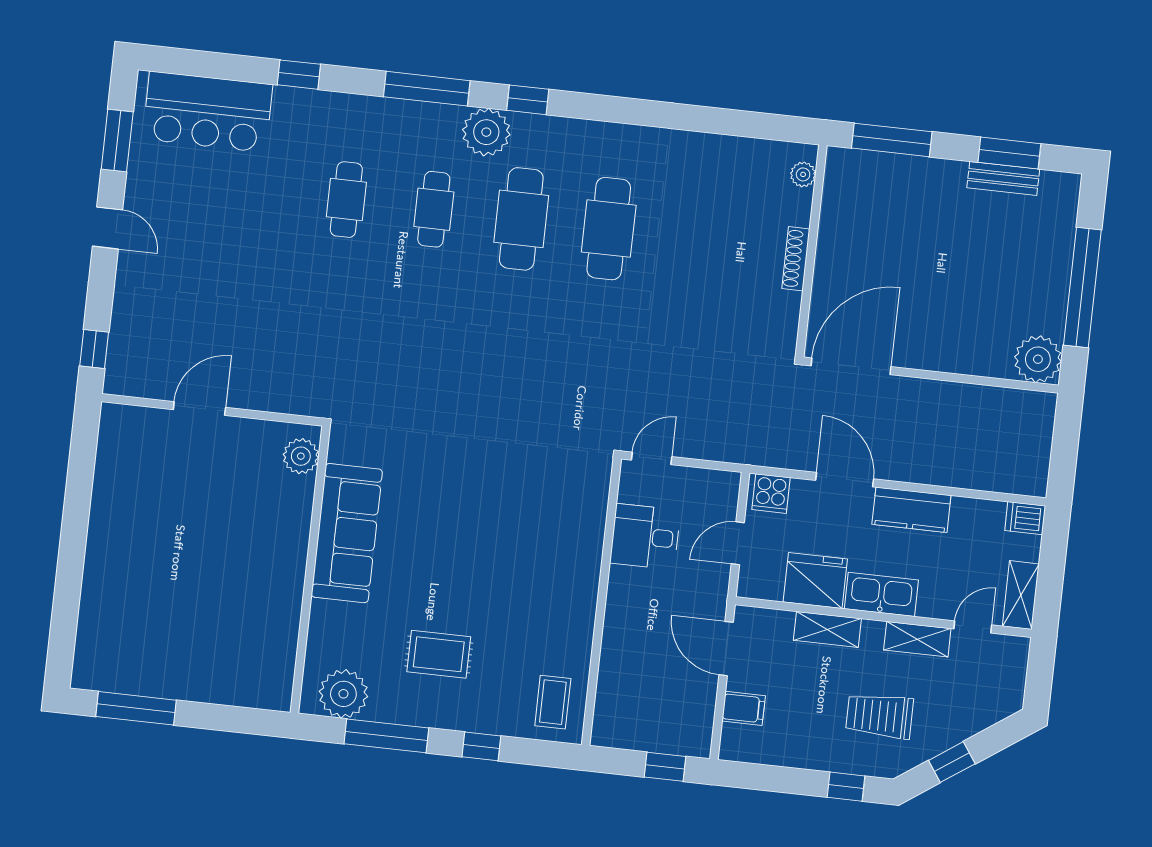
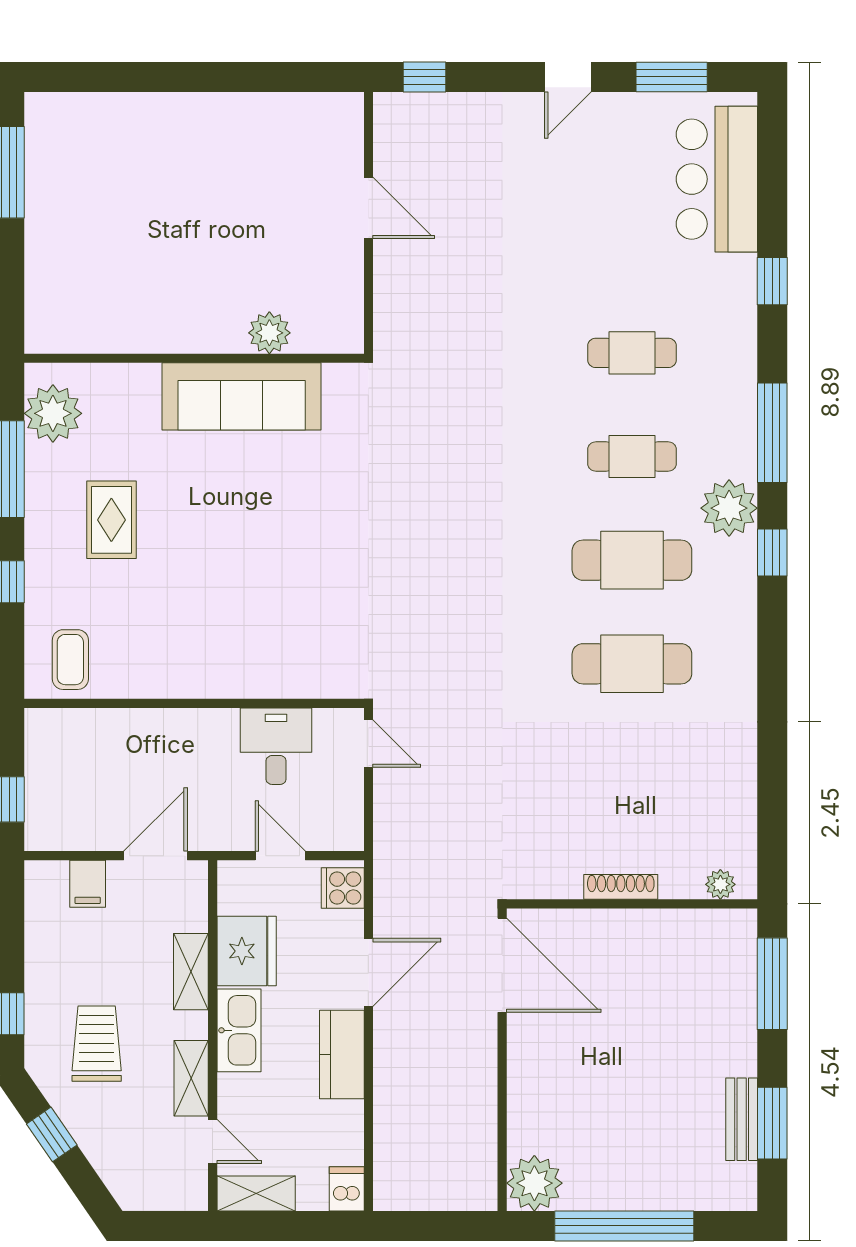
plant: (301, 456) -> (269, 333), moved
coffee table: (553, 702) -> (70, 660), turned 90

